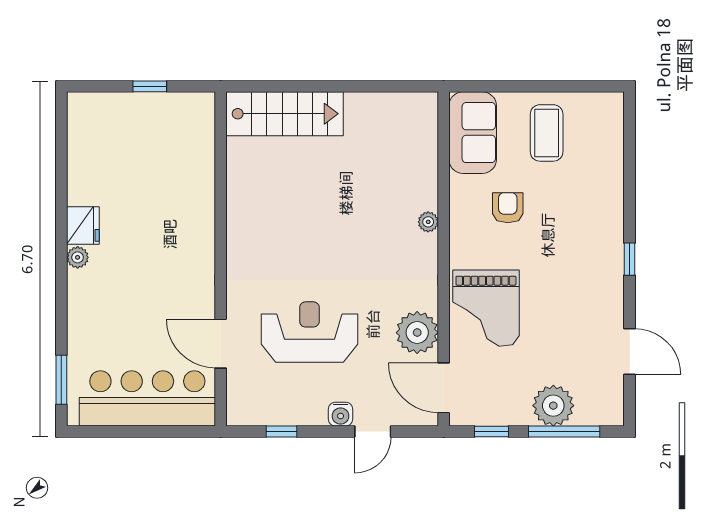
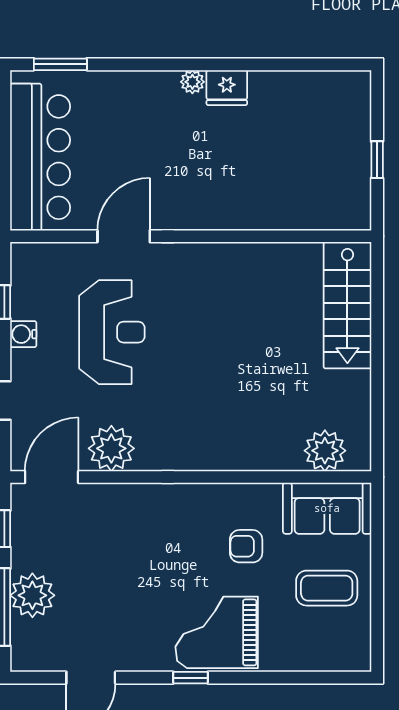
armchair: (508, 208) -> (246, 546), turned 180
plant: (428, 222) -> (325, 451), moved, width x1.88, depth x1.88
grand piano: (486, 308) -> (217, 632), moved
door: (221, 344) -> (124, 236), moved
water cooler: (341, 414) -> (23, 334), moved

